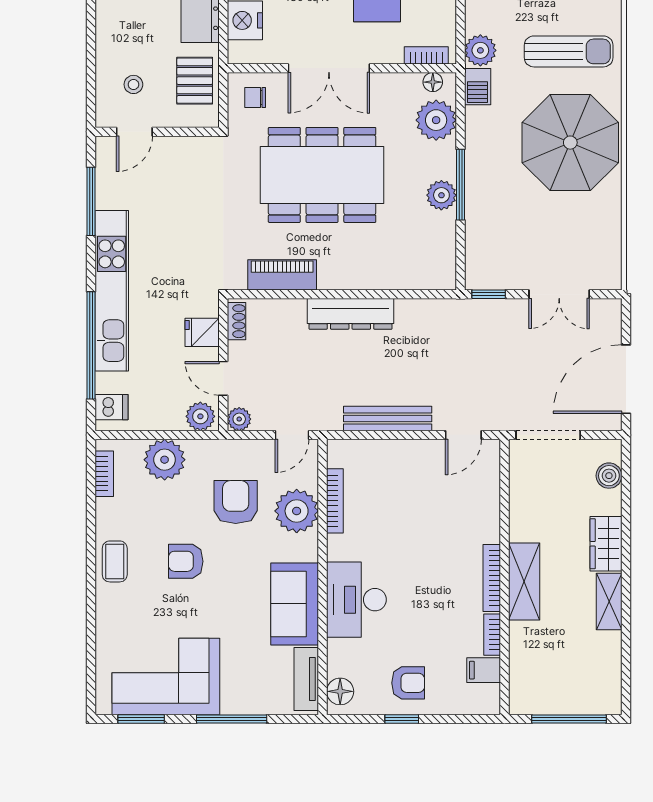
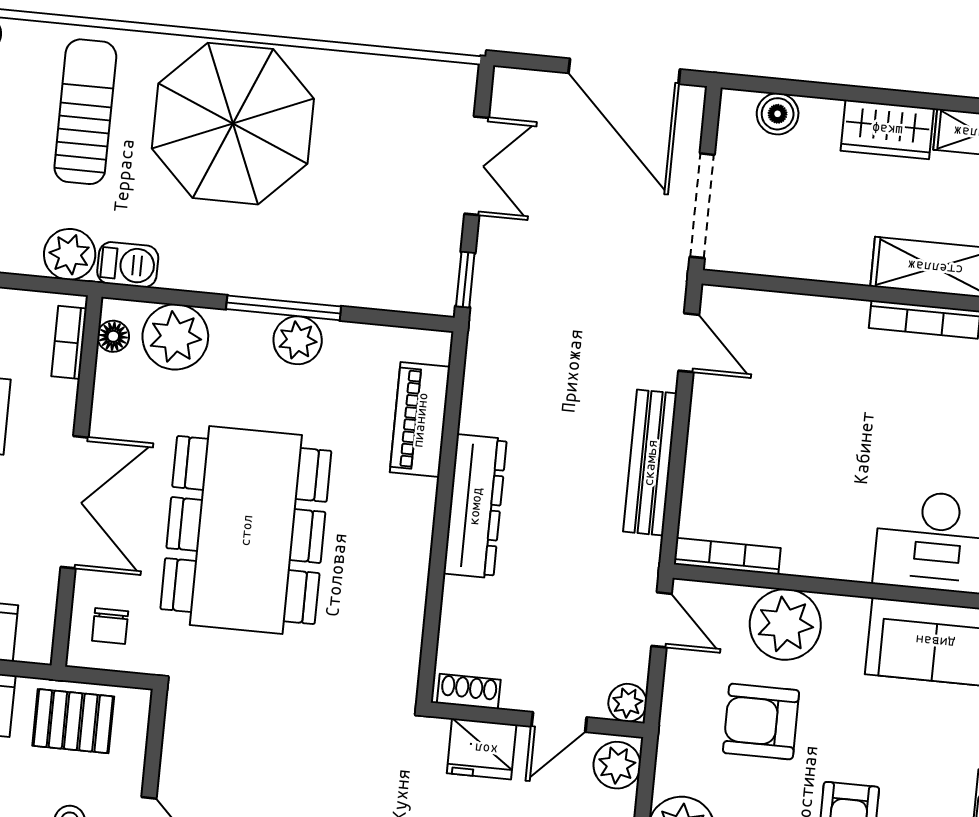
piano: (282, 275) -> (420, 420), moved
fridge: (202, 332) -> (482, 749), width x1.38
bookcase: (335, 501) -> (727, 556), moved

